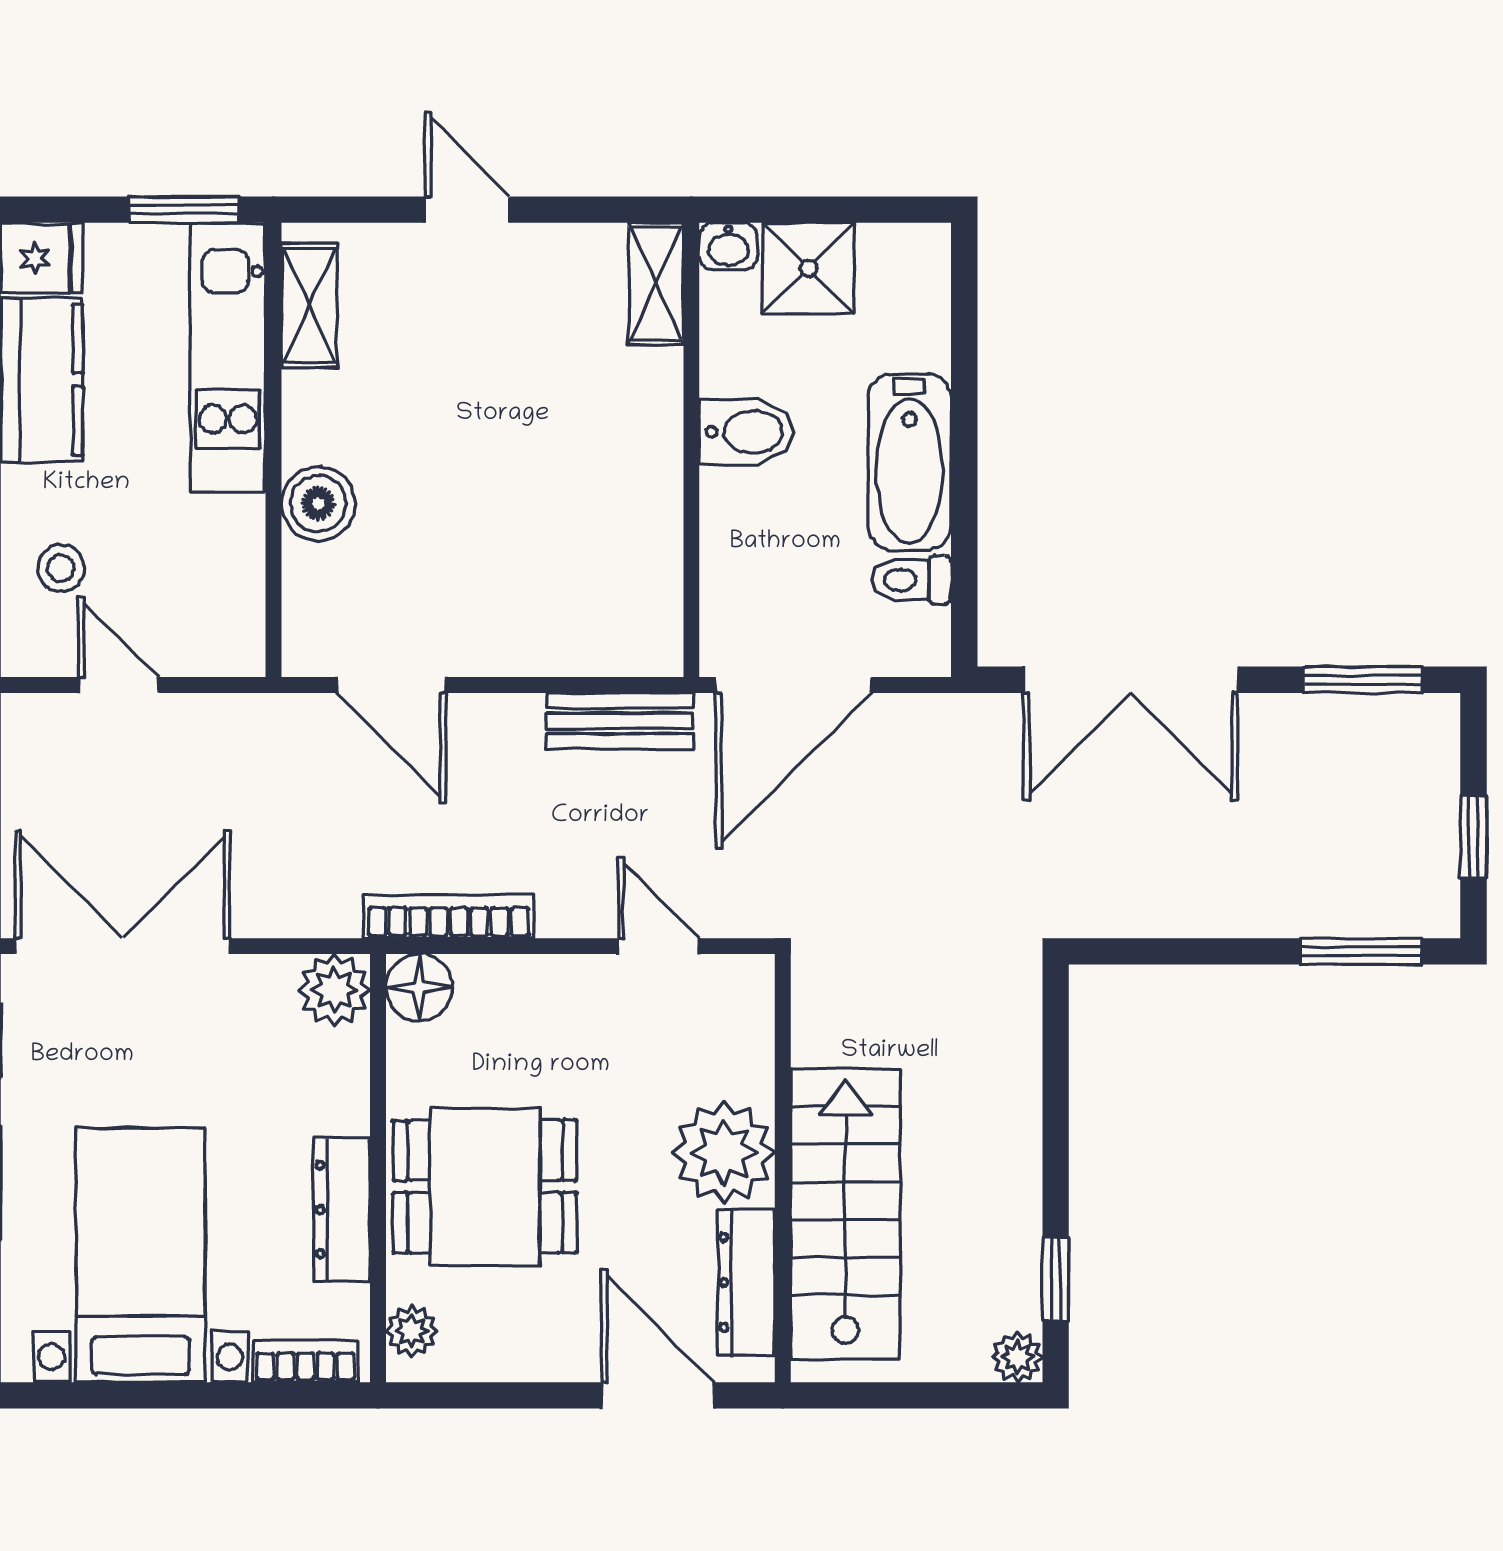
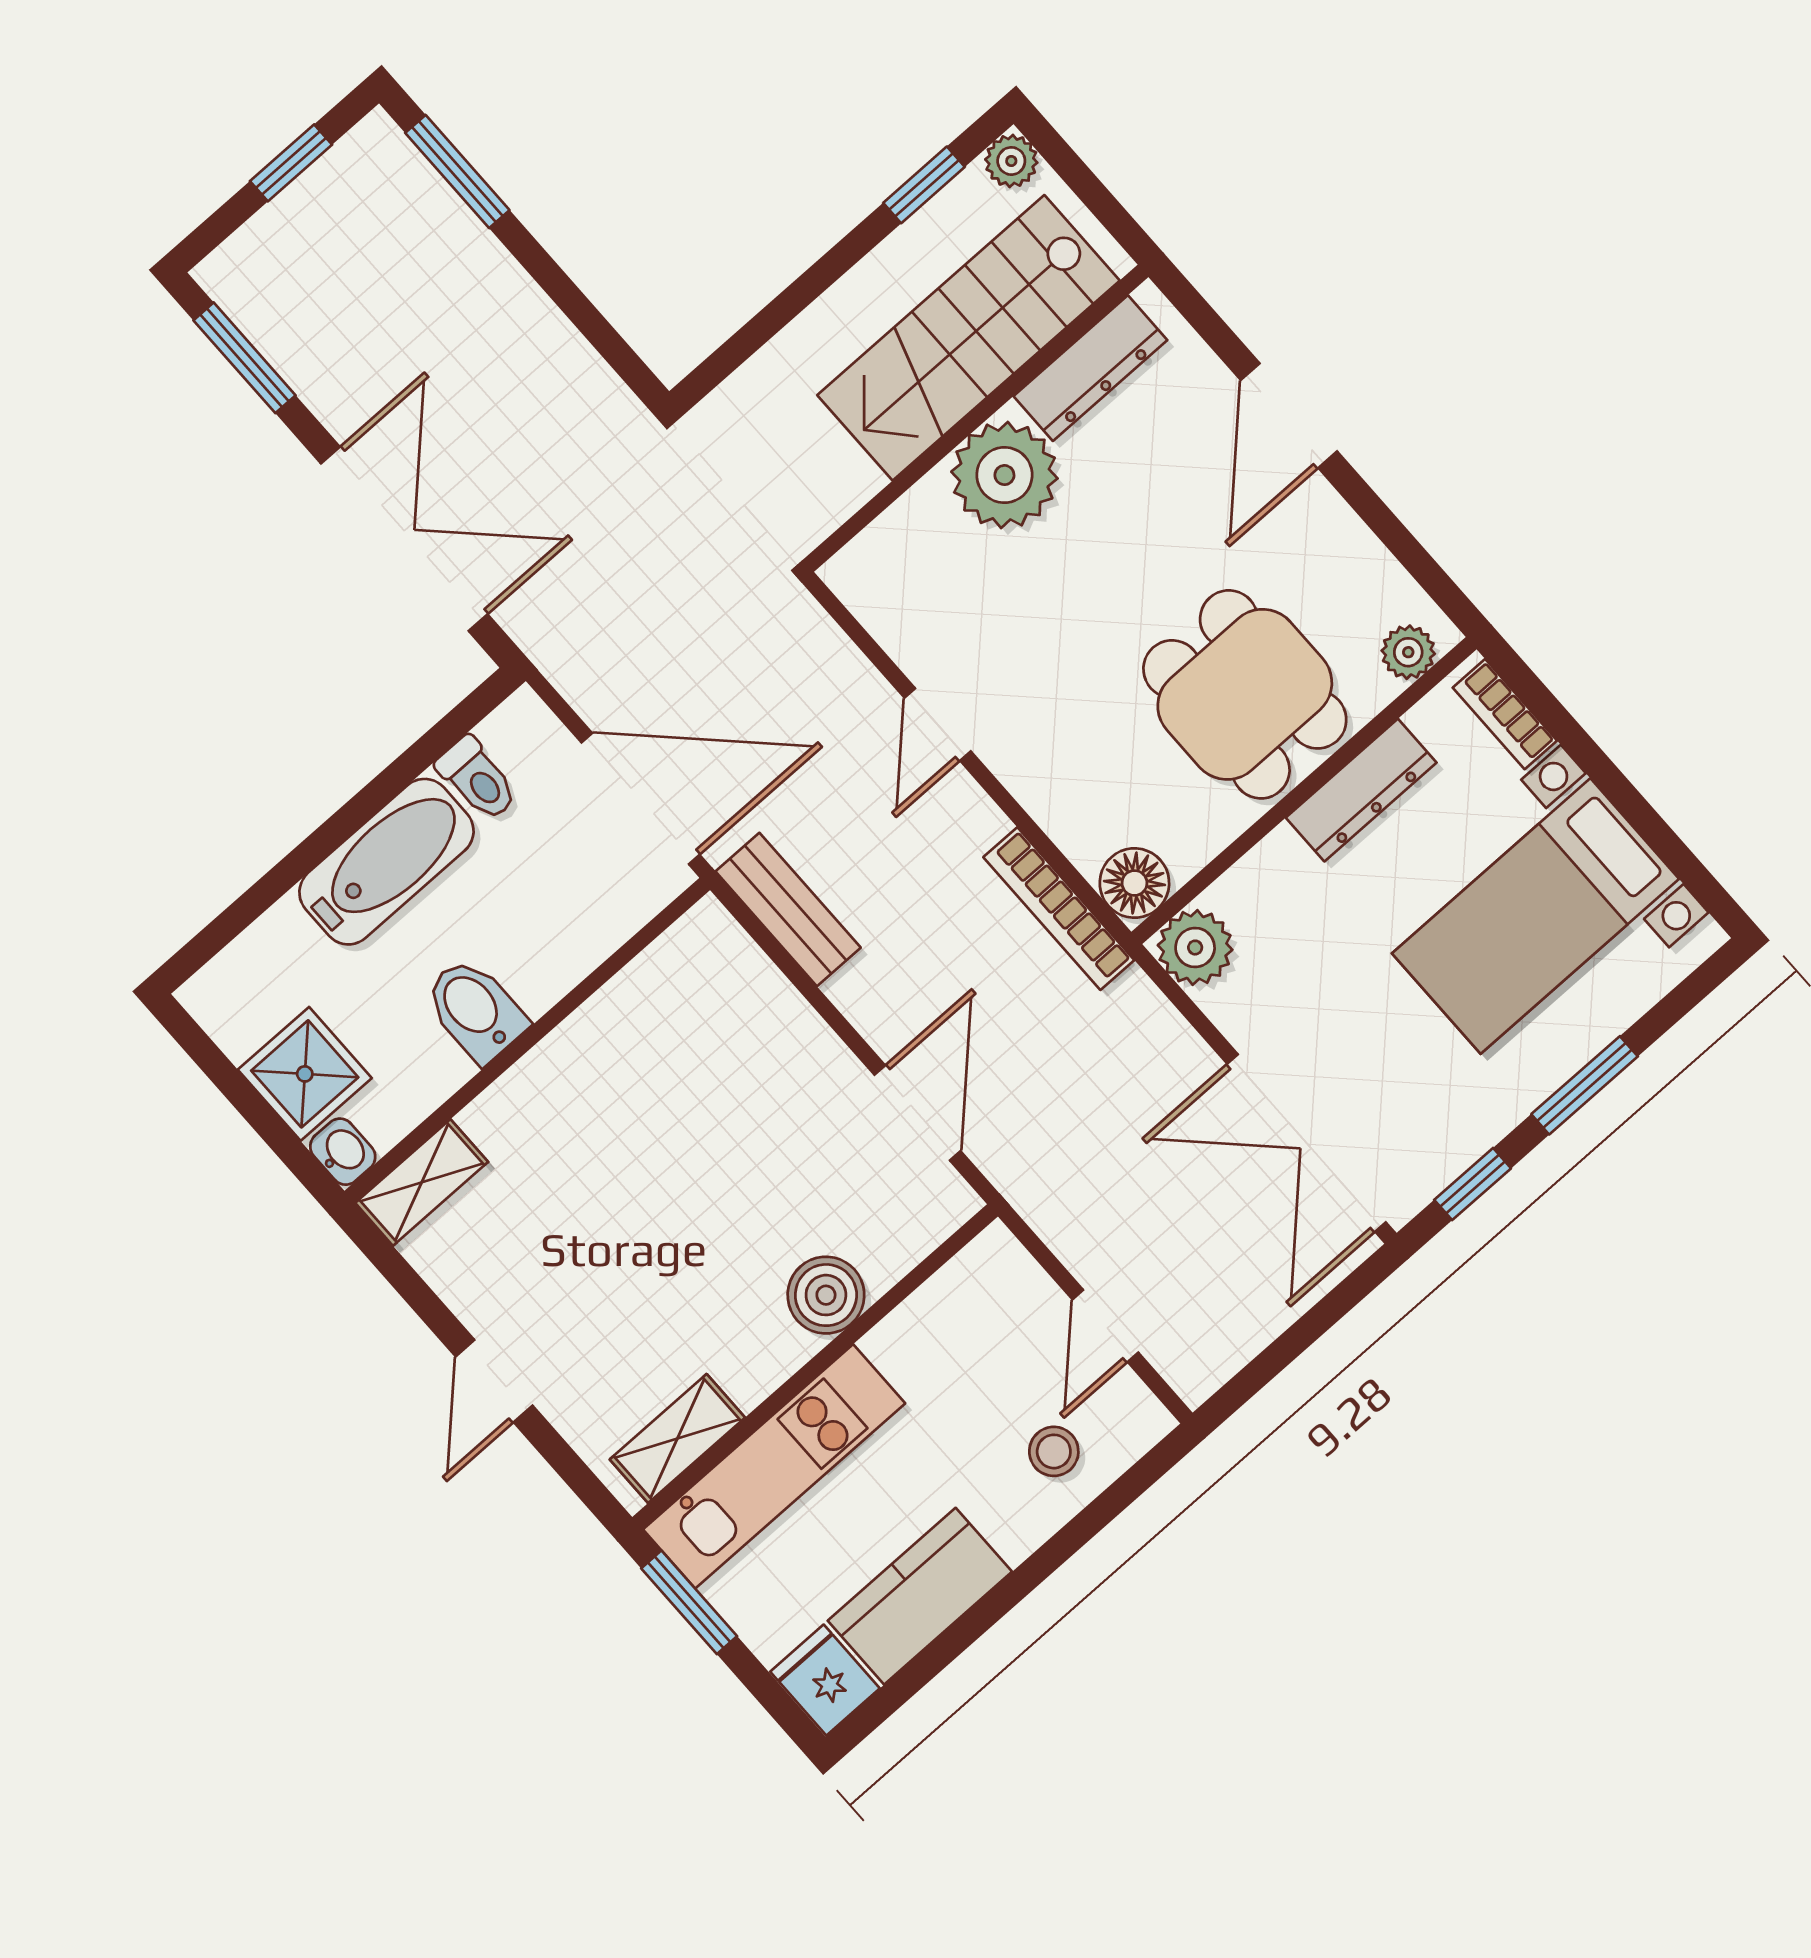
plant: (724, 1153) -> (1004, 475), moved
wall: (783, 1168) -> (976, 418), moved
stairs: (845, 1214) -> (968, 338), moved
dresser: (746, 1282) -> (1090, 368), moved

